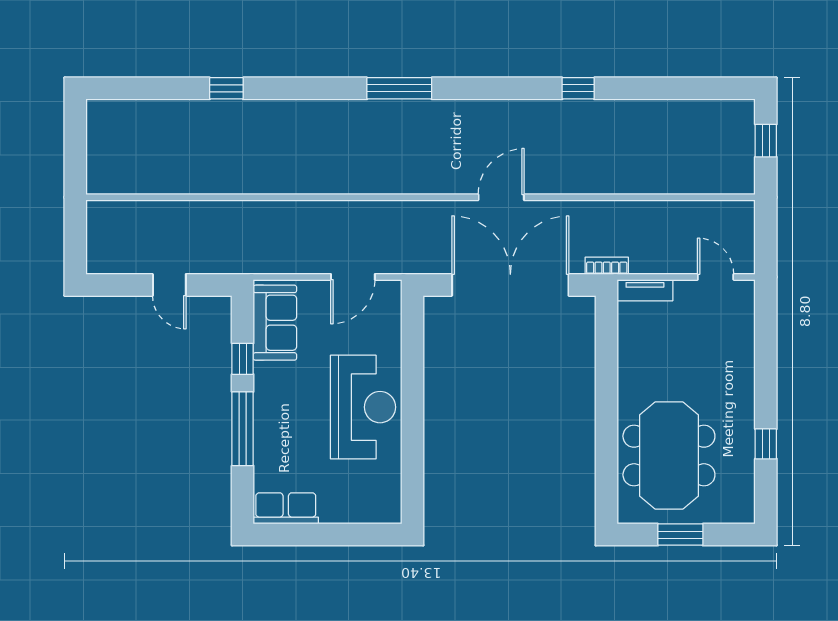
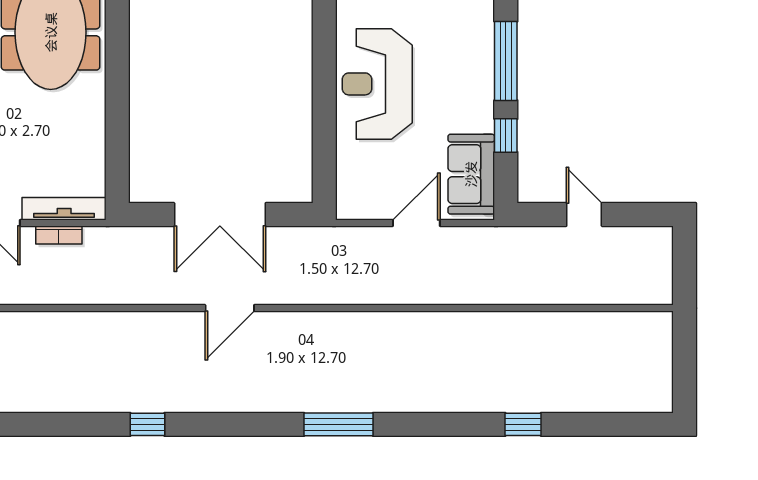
bookcase: (607, 266) -> (59, 235), moved
door: (353, 277) -> (416, 223), moved
double door: (510, 285) -> (220, 214), width x0.73
tv unit: (645, 290) -> (64, 209), width x1.41

